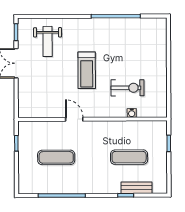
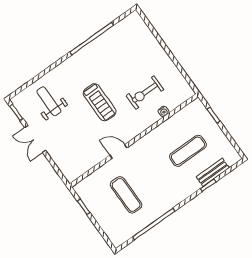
weight bench: (48, 41) -> (49, 101), turned 180
exercise bike: (128, 88) -> (145, 93), turned 180
exercise mat: (56, 157) -> (126, 195), turned 90

